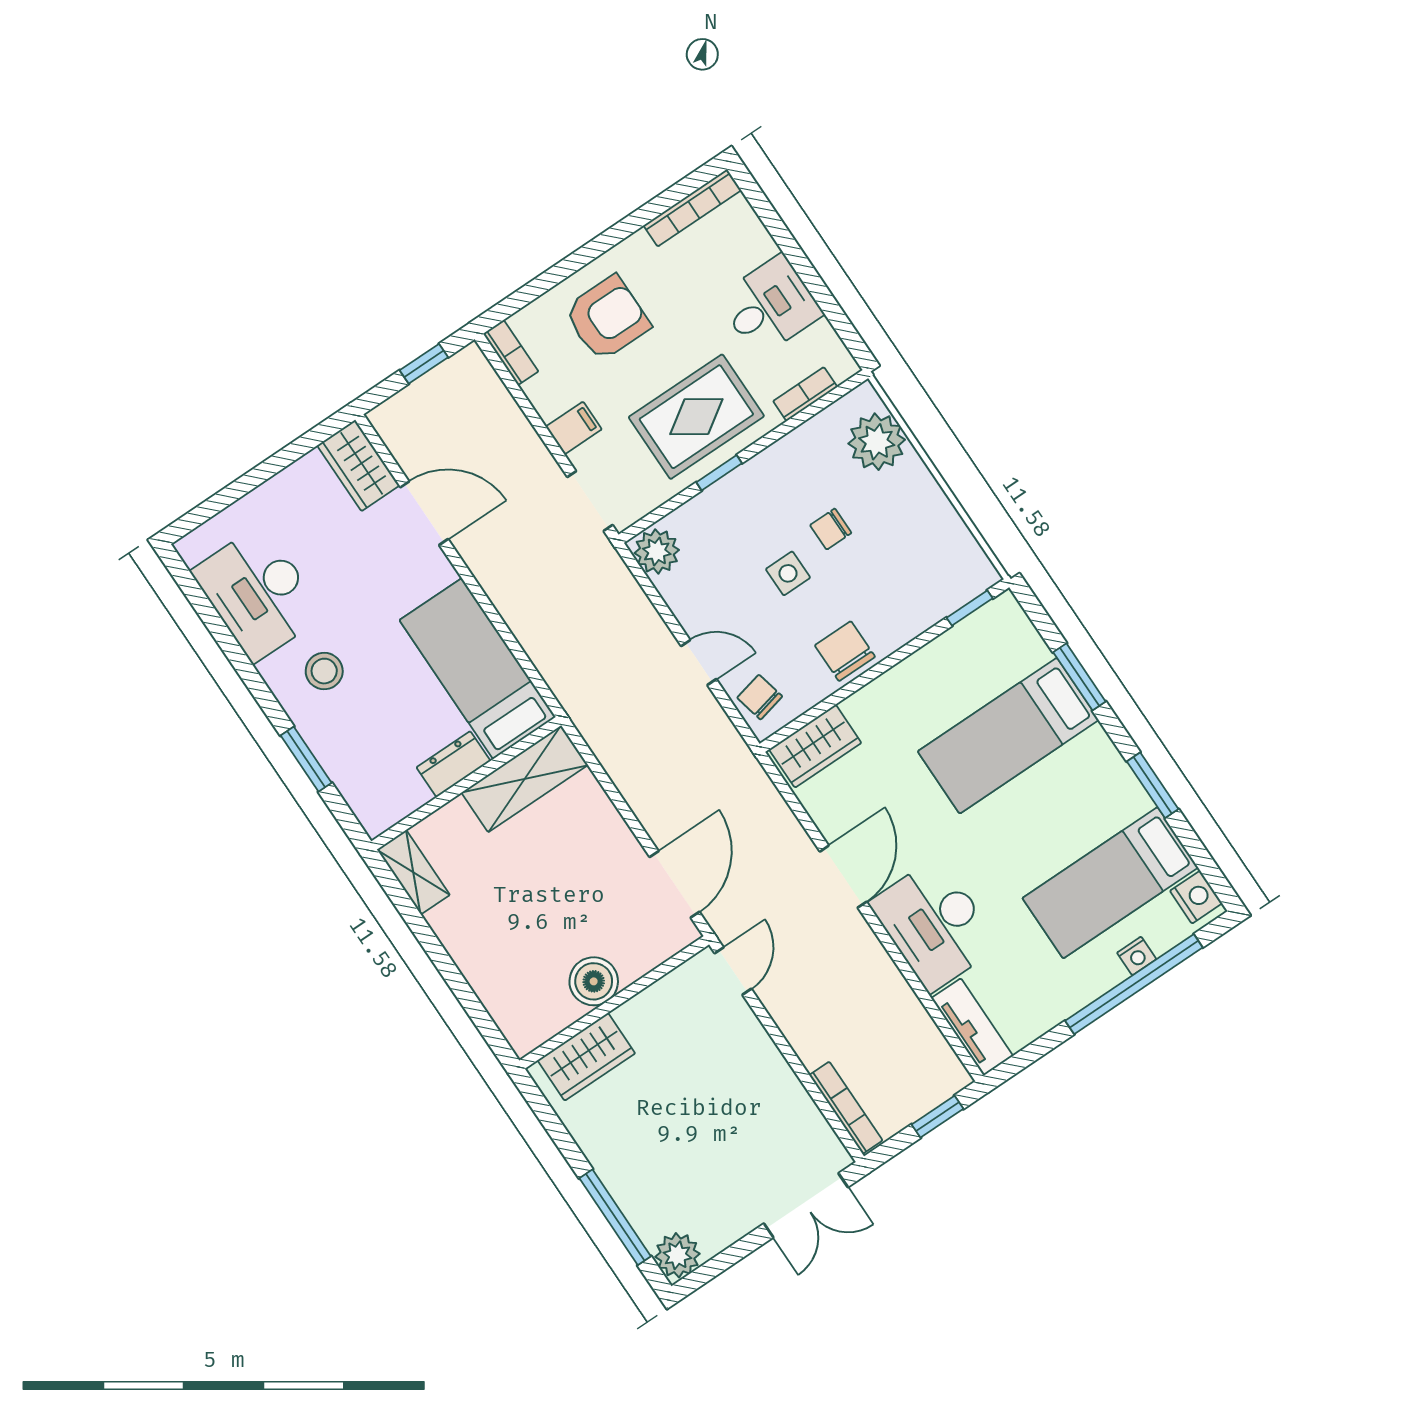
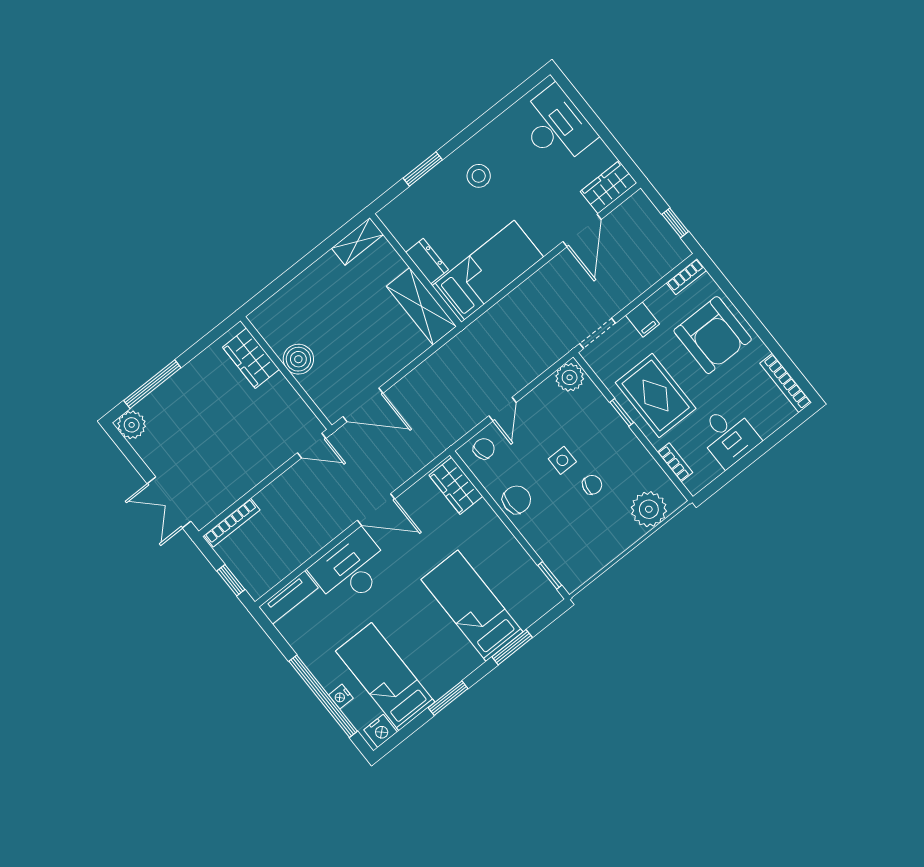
armchair: (607, 318) -> (713, 335), width x1.36, depth x1.36
chair: (831, 529) -> (592, 485), turned 104
desk: (258, 593) -> (556, 126), moved, turned 90

